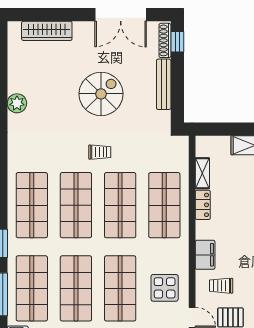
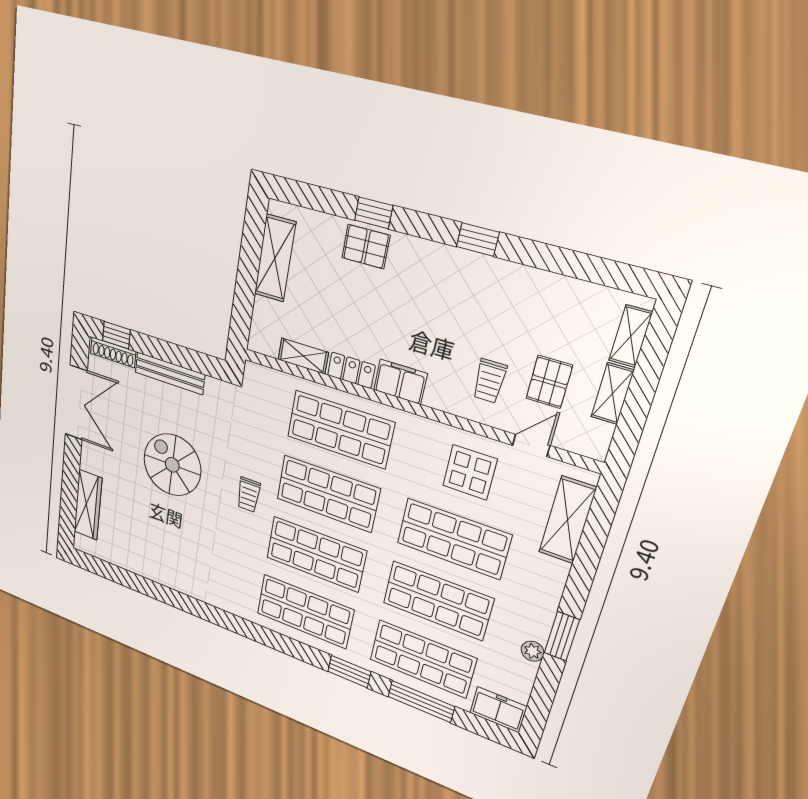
plant: (17, 103) -> (171, 576), removed
trolley: (100, 152) -> (249, 495), turned 180
filing cabinet: (205, 255) -> (400, 382), moved

